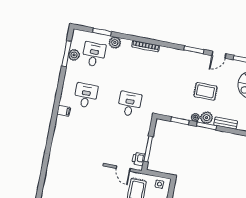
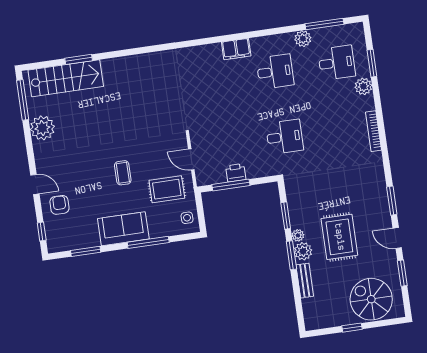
plant: (74, 55) -> (303, 39), moved
rug: (205, 91) -> (339, 237), width x1.36, depth x1.43
filing cabinet: (64, 111) -> (236, 49), width x2.00
printer: (138, 159) -> (236, 173), moved
door: (123, 168) -> (191, 159), hinge flipped

